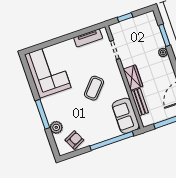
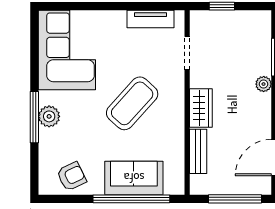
coffee table: (94, 88) -> (132, 103), width x1.36, depth x1.32
sofa: (126, 116) -> (134, 178), moved, turned 90
plant: (56, 127) -> (49, 116), moved

